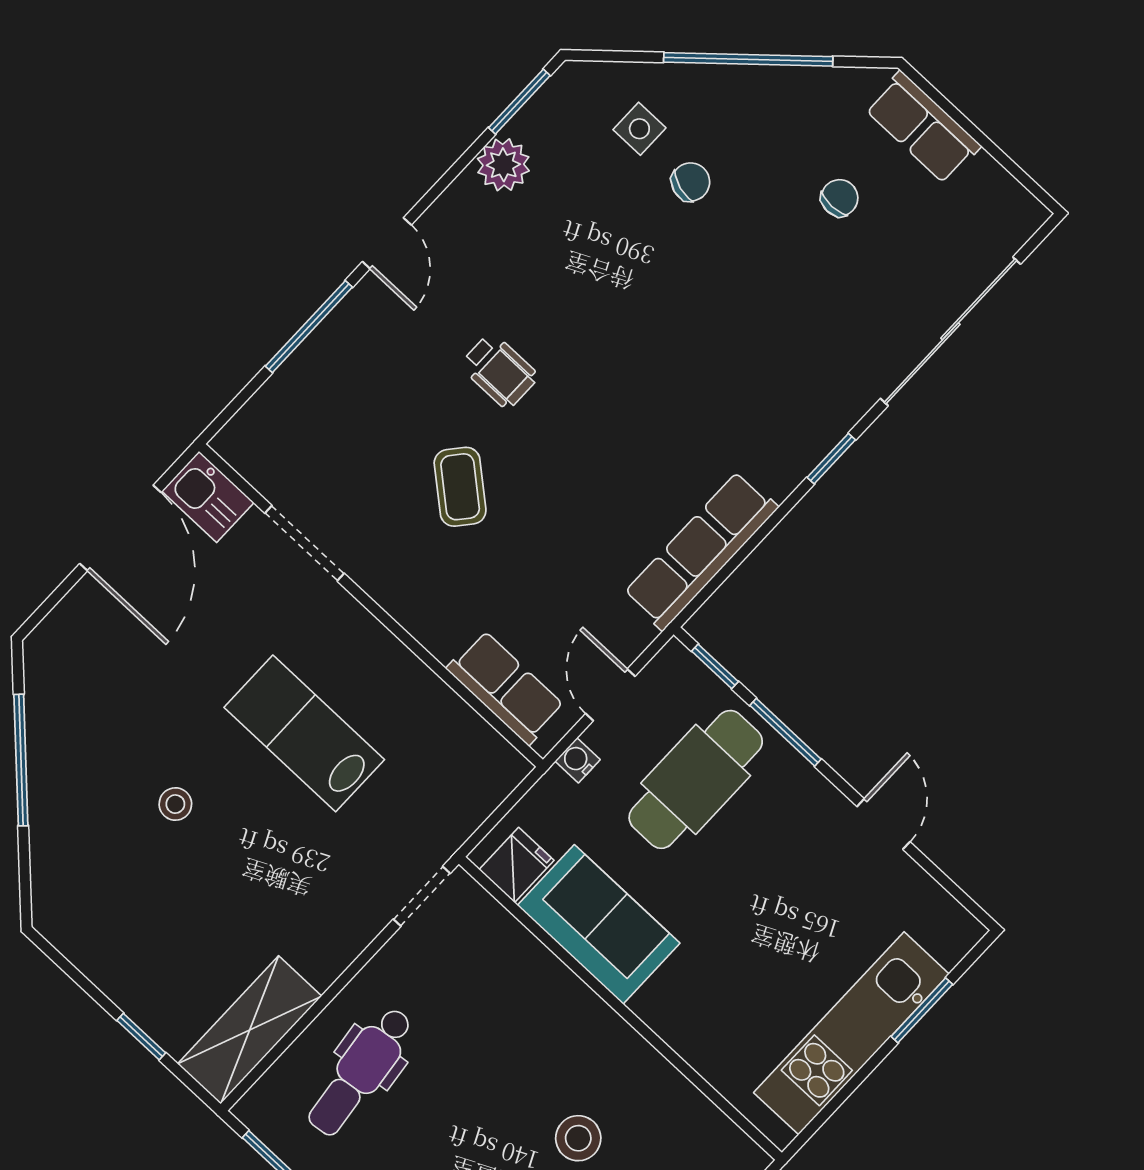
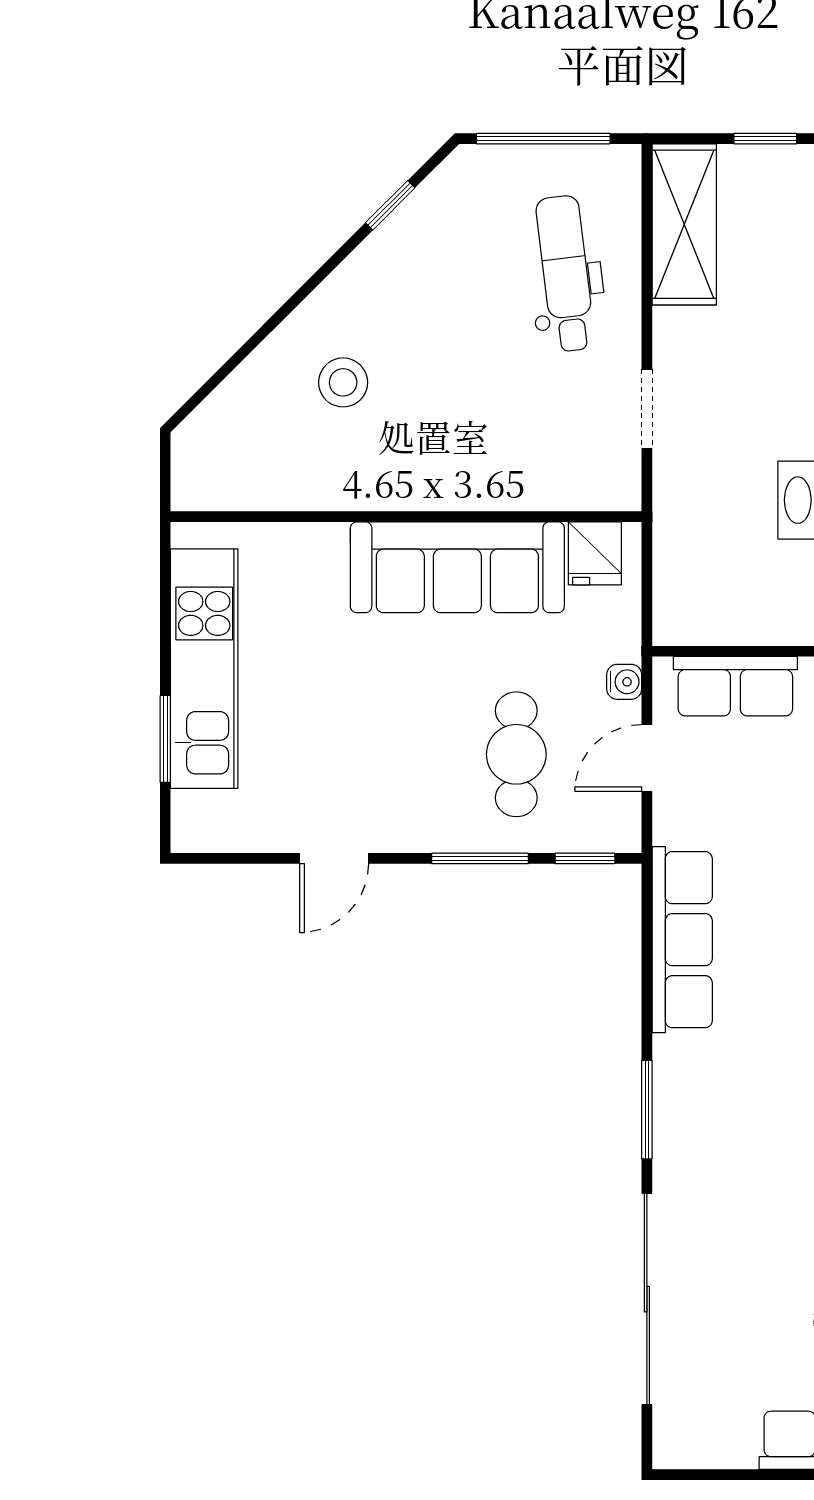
window: (831, 459) -> (647, 1110), width x1.50
door: (610, 695) -> (647, 758), swing flipped
cafe table: (696, 779) -> (516, 754), width x0.73, depth x0.74
door: (884, 824) -> (334, 858), hinge flipped
doorway: (422, 896) -> (647, 409), moved
sofa: (599, 924) -> (457, 567), width x1.36

